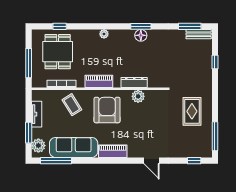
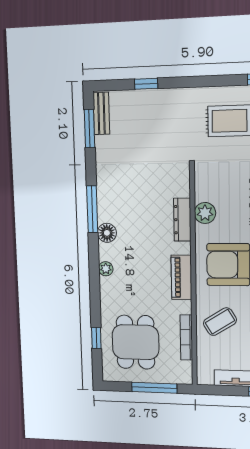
window: (141, 26) -> (92, 209), width x1.44
floor lamp: (141, 35) -> (107, 233), moved
dining table: (58, 52) -> (135, 342), turned 90

